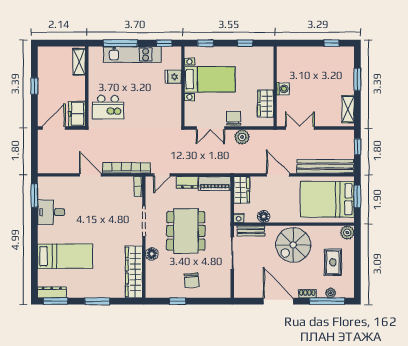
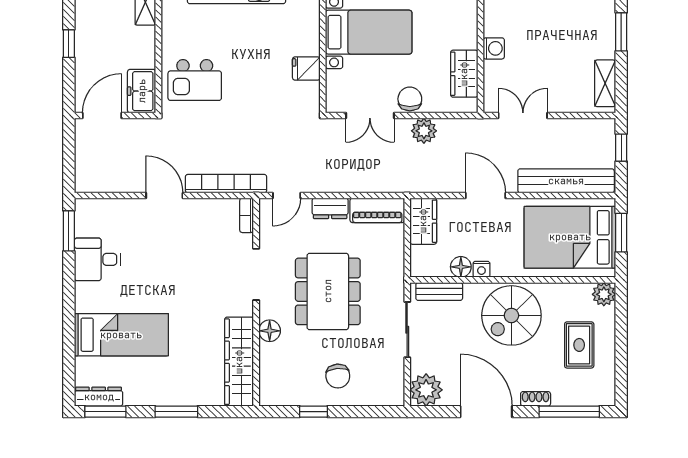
fridge: (173, 77) -> (306, 68), moved
nightstand: (239, 218) -> (481, 269), moved
plant: (331, 293) -> (426, 390), moved, width x1.87, depth x1.87

